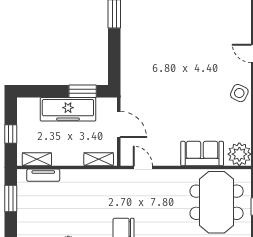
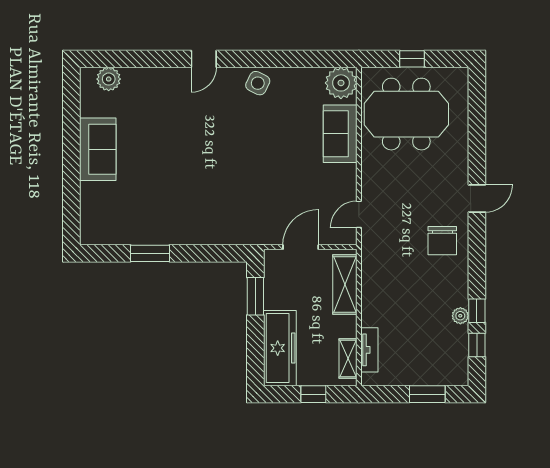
freezer: (68, 109) -> (280, 348), moved
shelving: (99, 159) -> (345, 284), width x1.50, depth x1.33
window: (11, 199) -> (427, 394), moved

